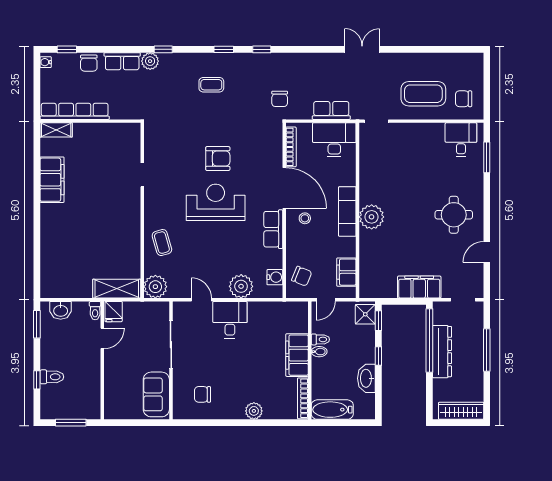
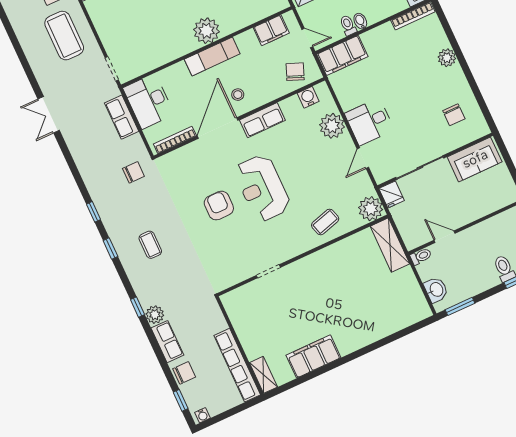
fridge: (114, 312) -> (392, 195), moved, turned 90
filing cabinet: (297, 355) -> (342, 55), moved

